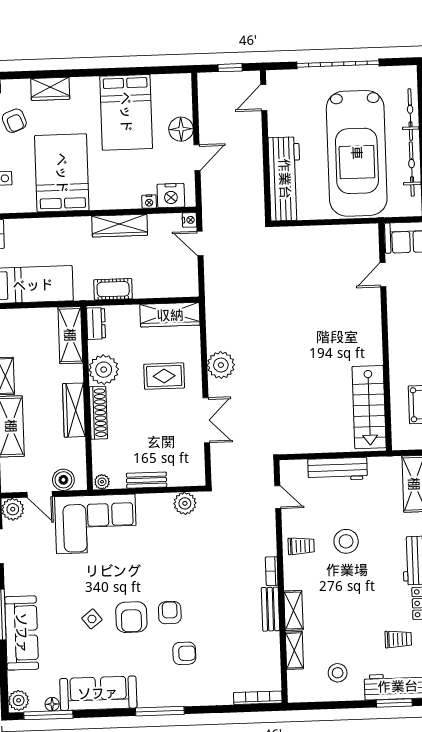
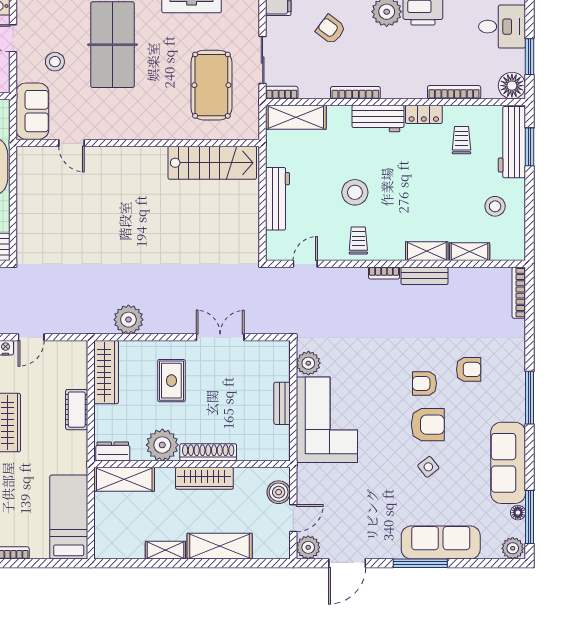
cot: (113, 289) -> (77, 410), moved
plant: (221, 365) -> (128, 320), moved
plant: (102, 482) -> (282, 451), removed
corner sofa: (96, 524) -> (327, 420), moved
armchair: (184, 653) -> (469, 369), turned 90

